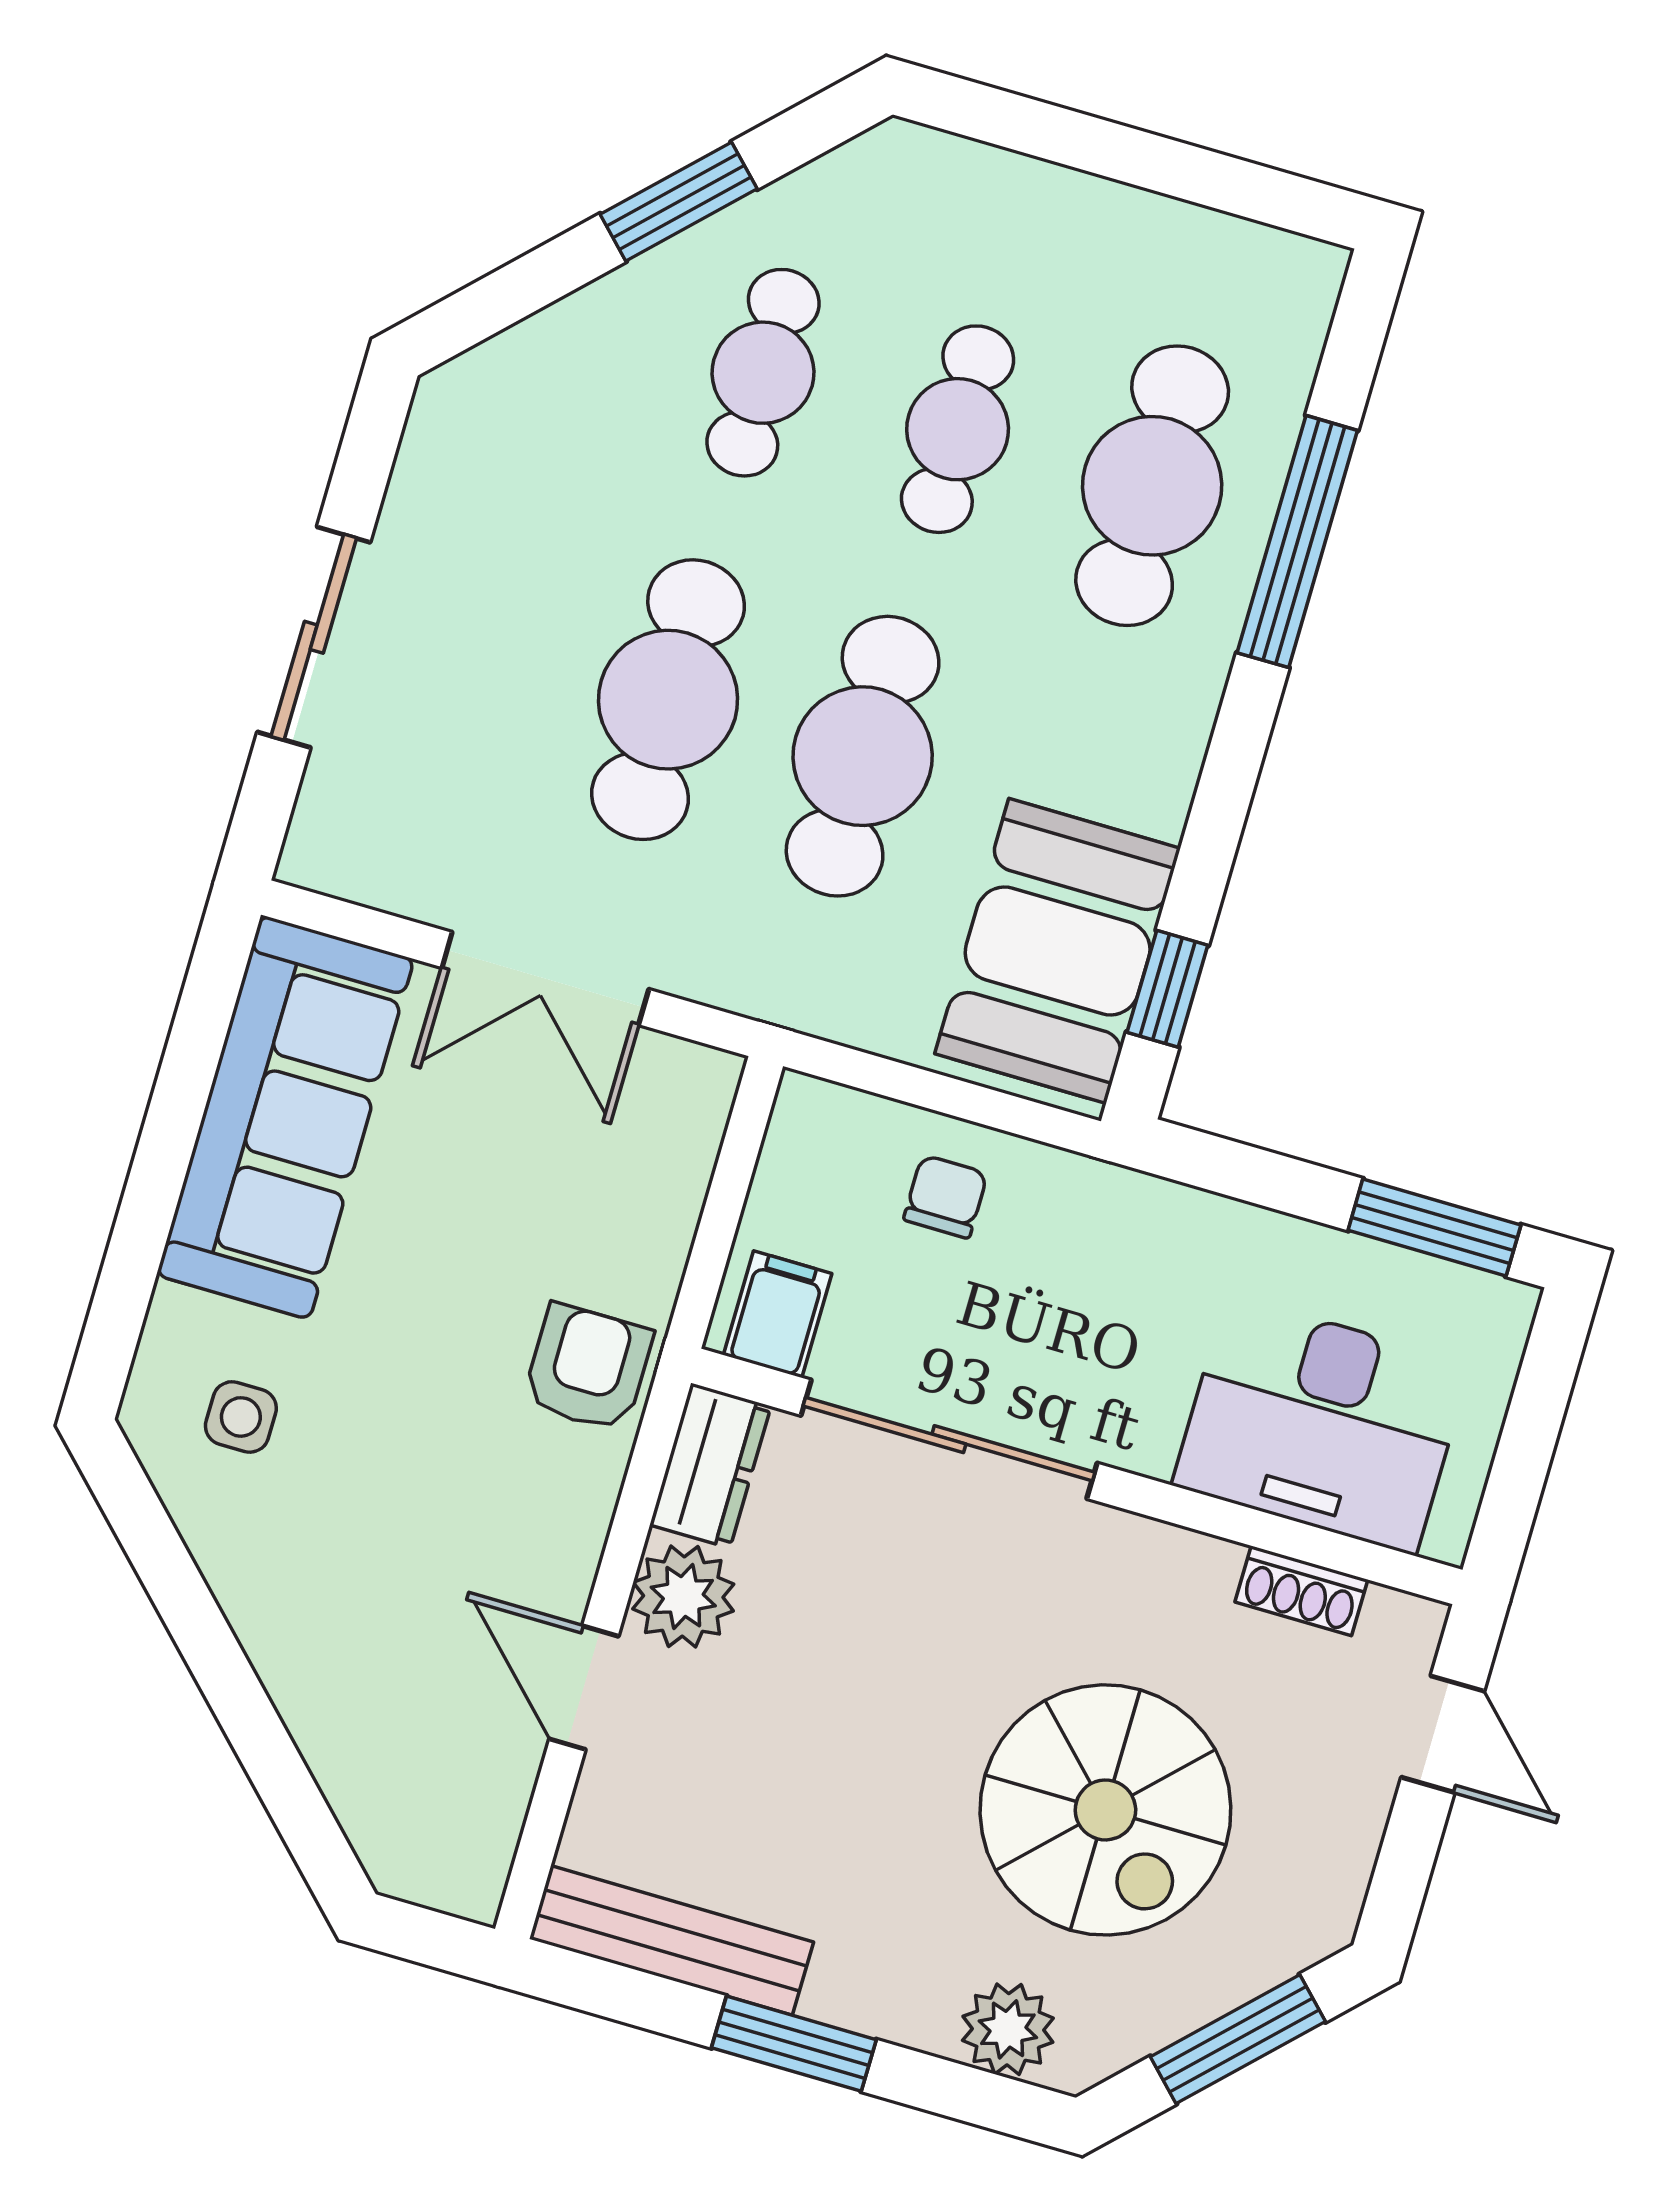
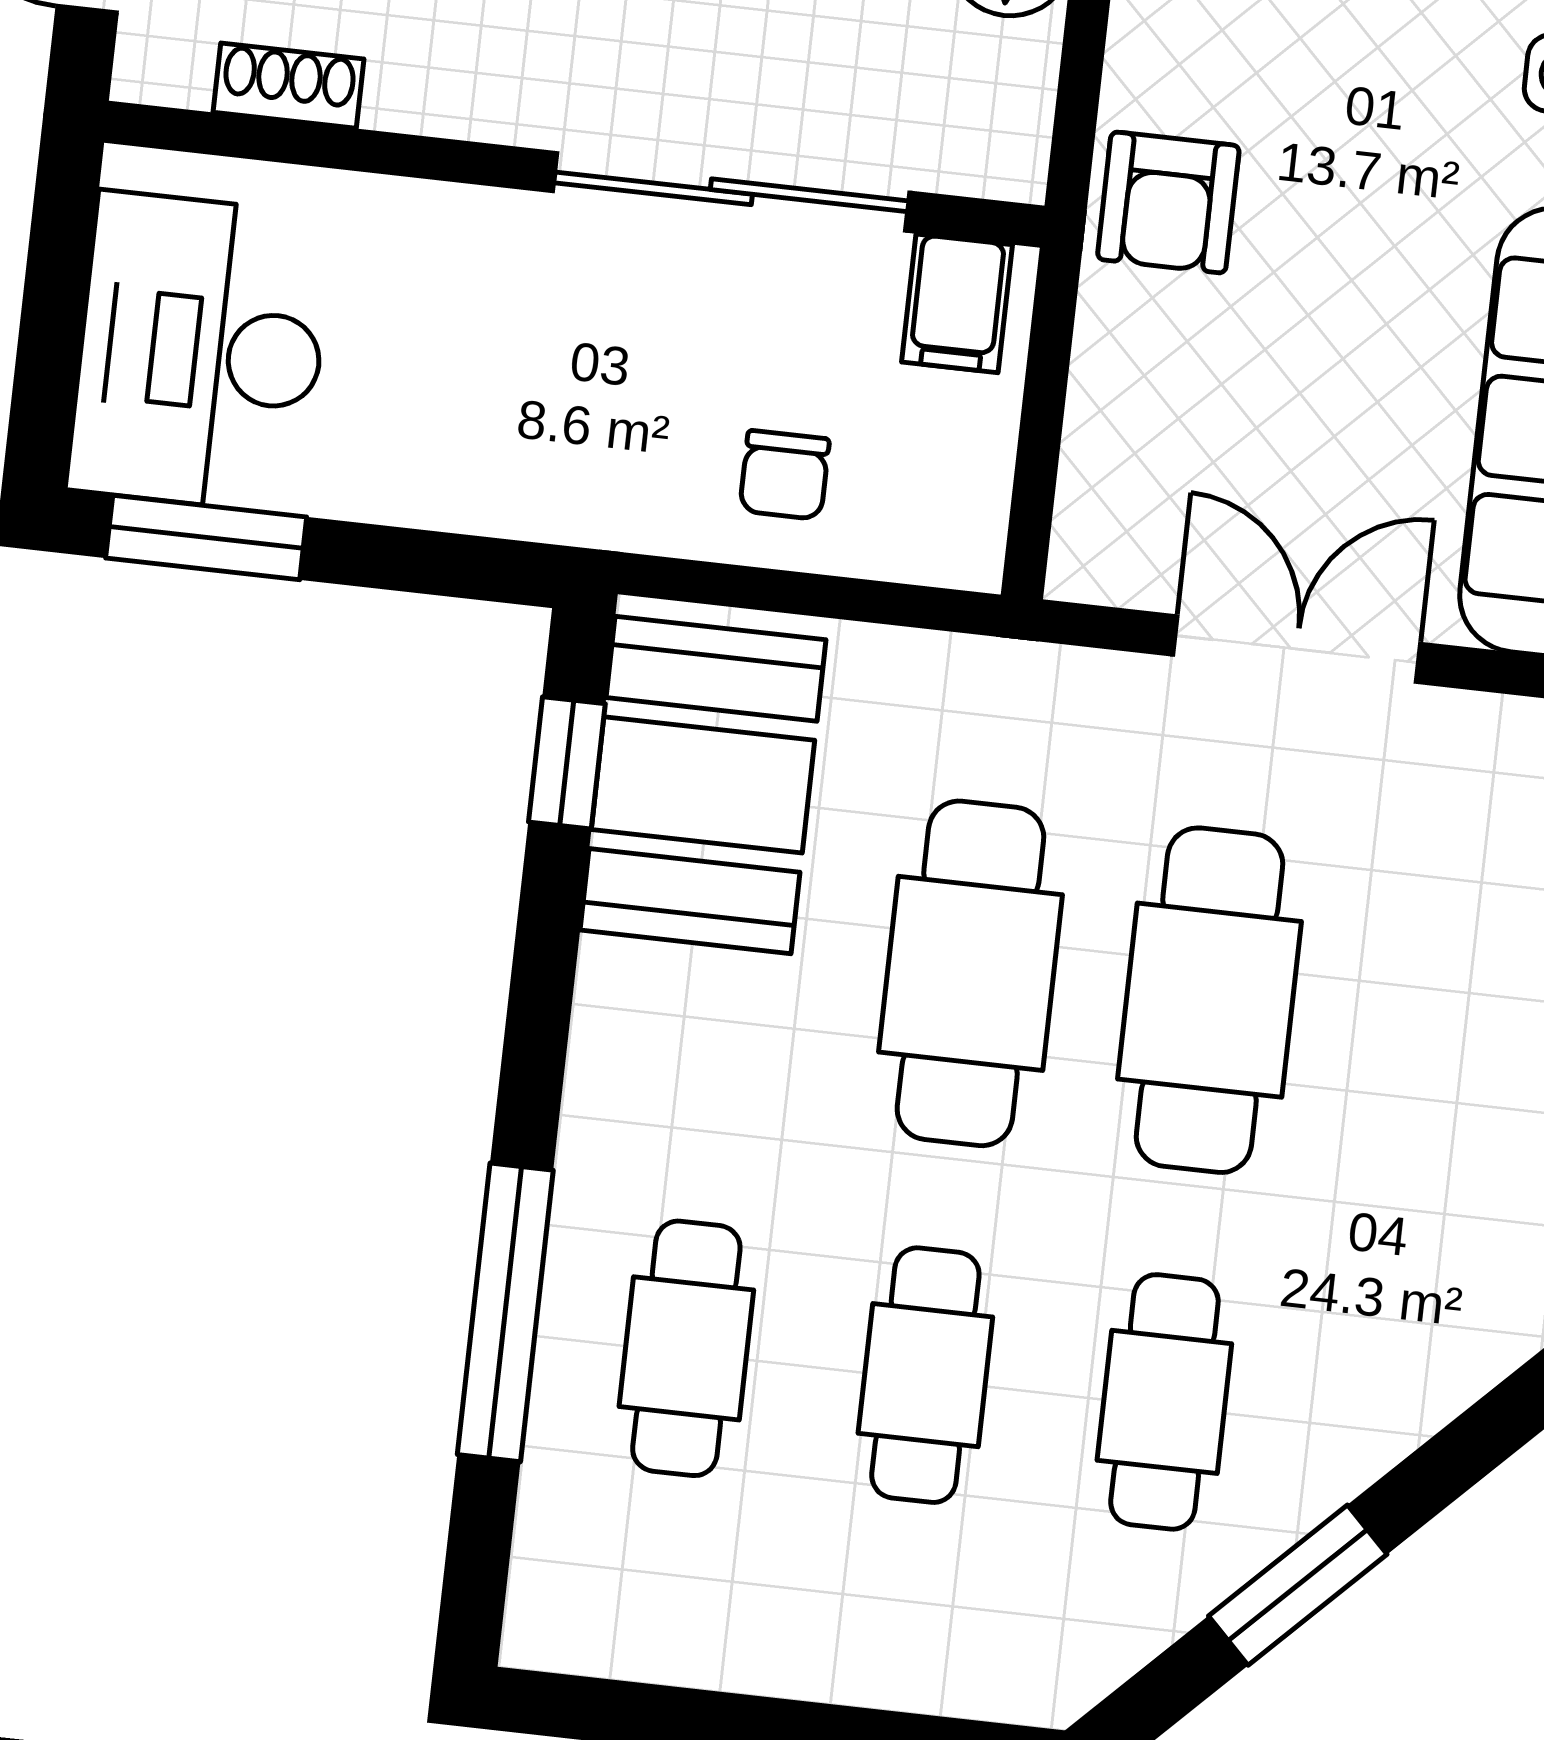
cafe table: (1152, 486) -> (686, 1348), width x0.73, depth x0.74
desk: (1321, 1424) -> (200, 353), moved, turned -90
dresser: (710, 1466) -> (1005, 113), removed

